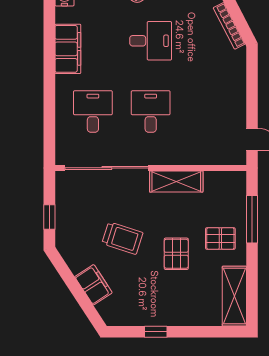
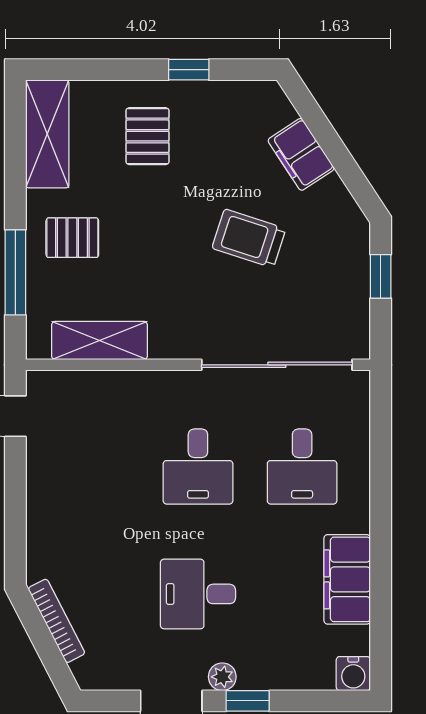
shelving: (176, 181) -> (99, 340), moved
pallet: (176, 254) -> (147, 136), moved

